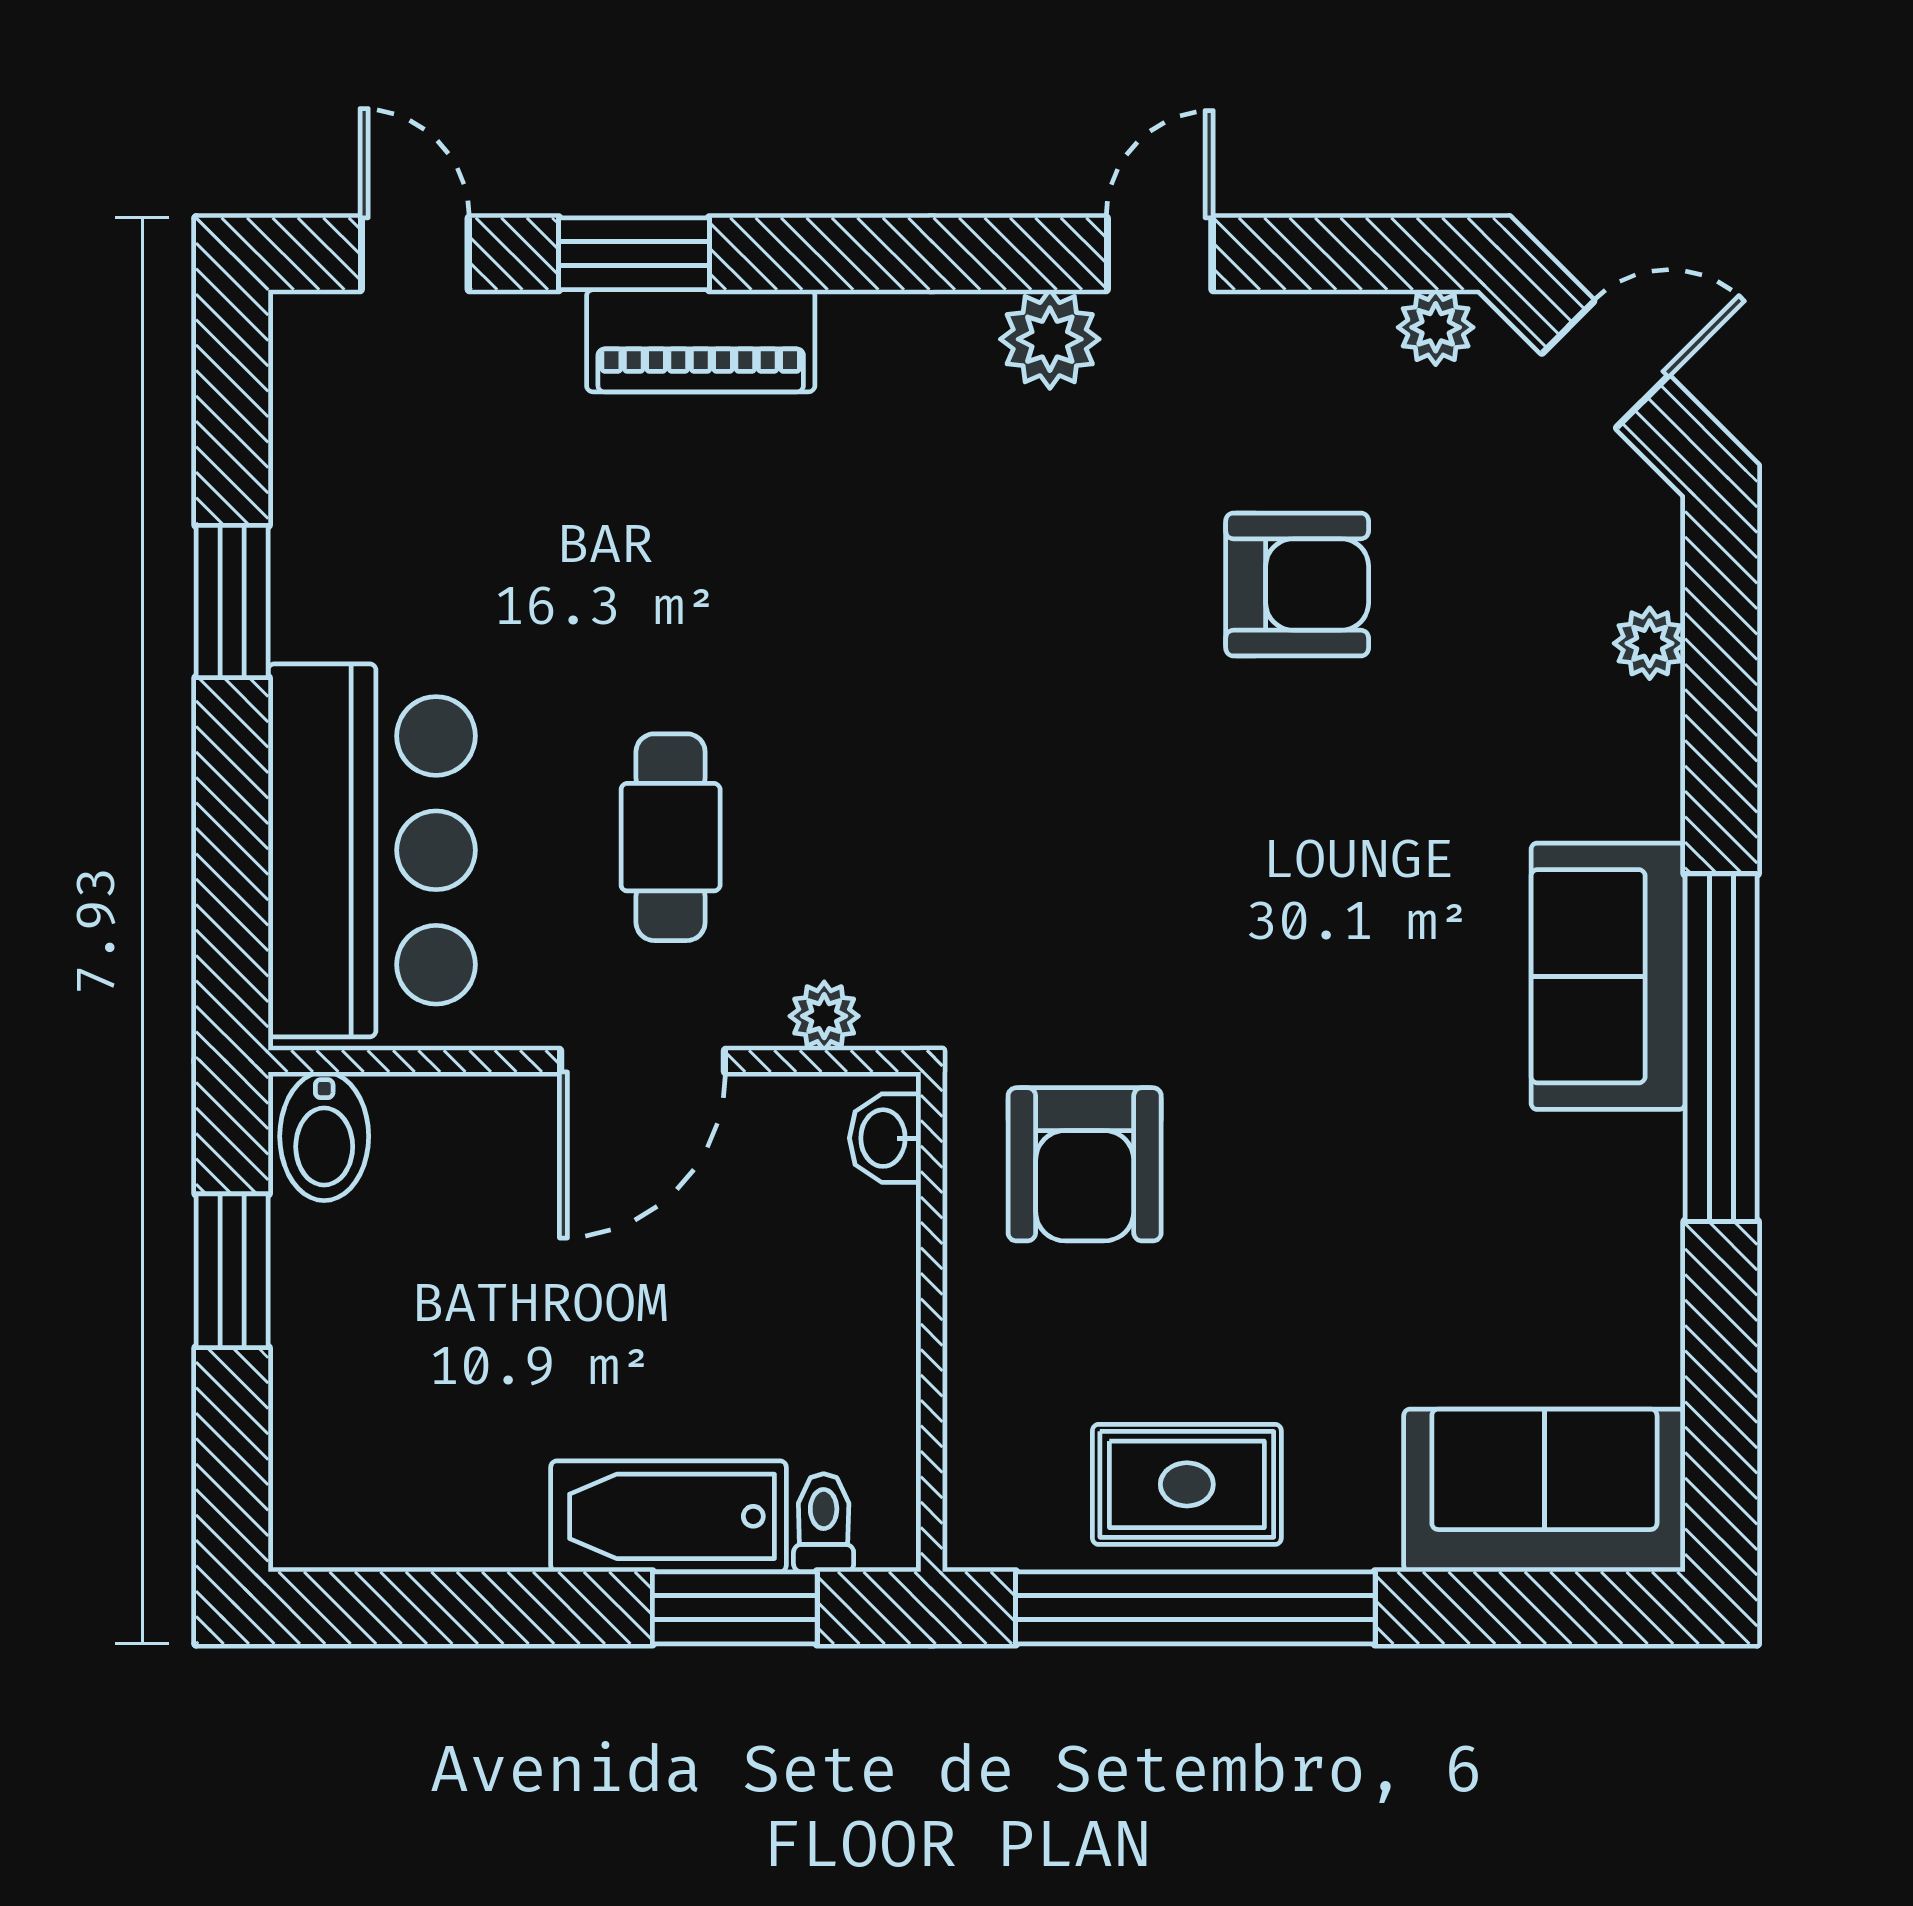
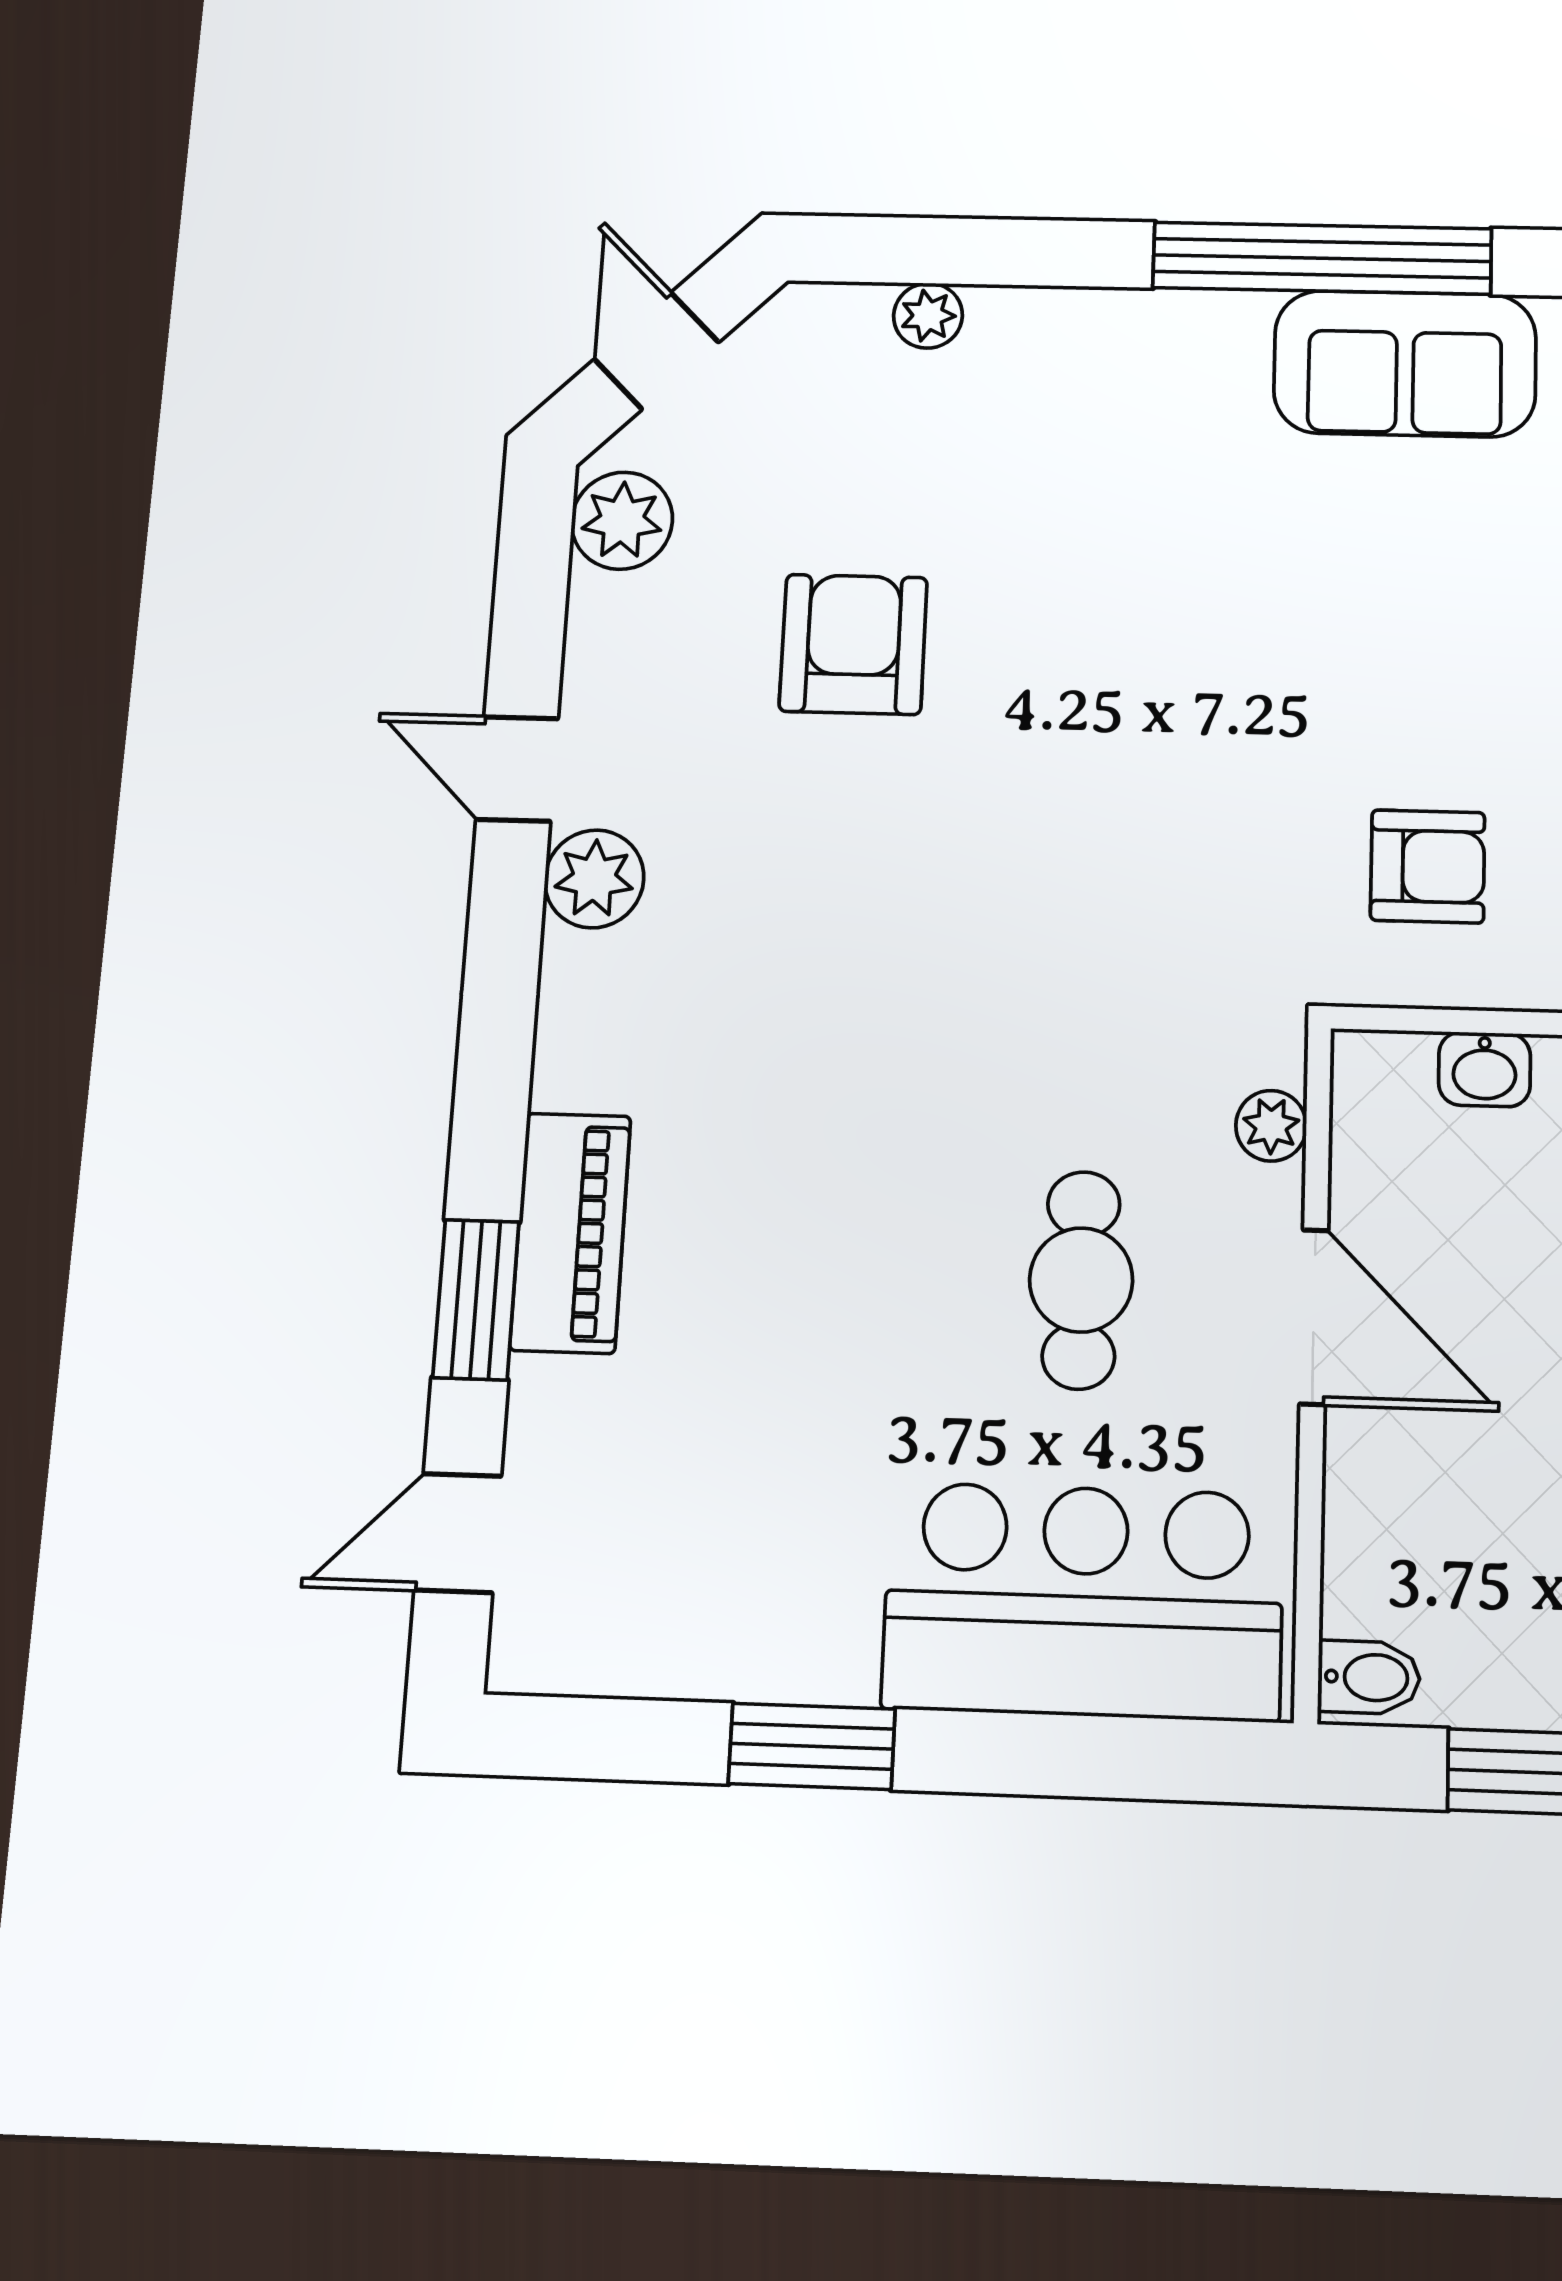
plant: (1436, 327) -> (622, 521), width x1.38, depth x1.38
cafe table: (671, 837) -> (1081, 1280), turned 90
sofa: (1608, 976) -> (1405, 364), moved
bidet: (324, 1136) -> (1369, 1677), width x0.72, depth x0.74
washbasin: (885, 1138) -> (1484, 1069), moved
armchair: (1085, 1164) -> (1428, 866), width x0.72, depth x0.72

